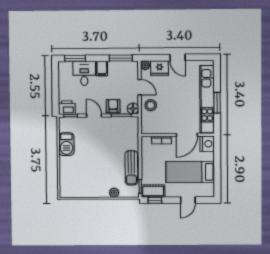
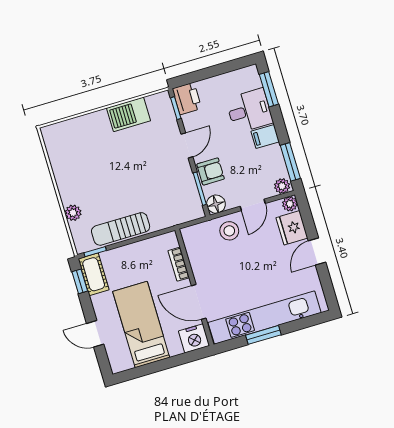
plant: (133, 67) -> (282, 186), added

